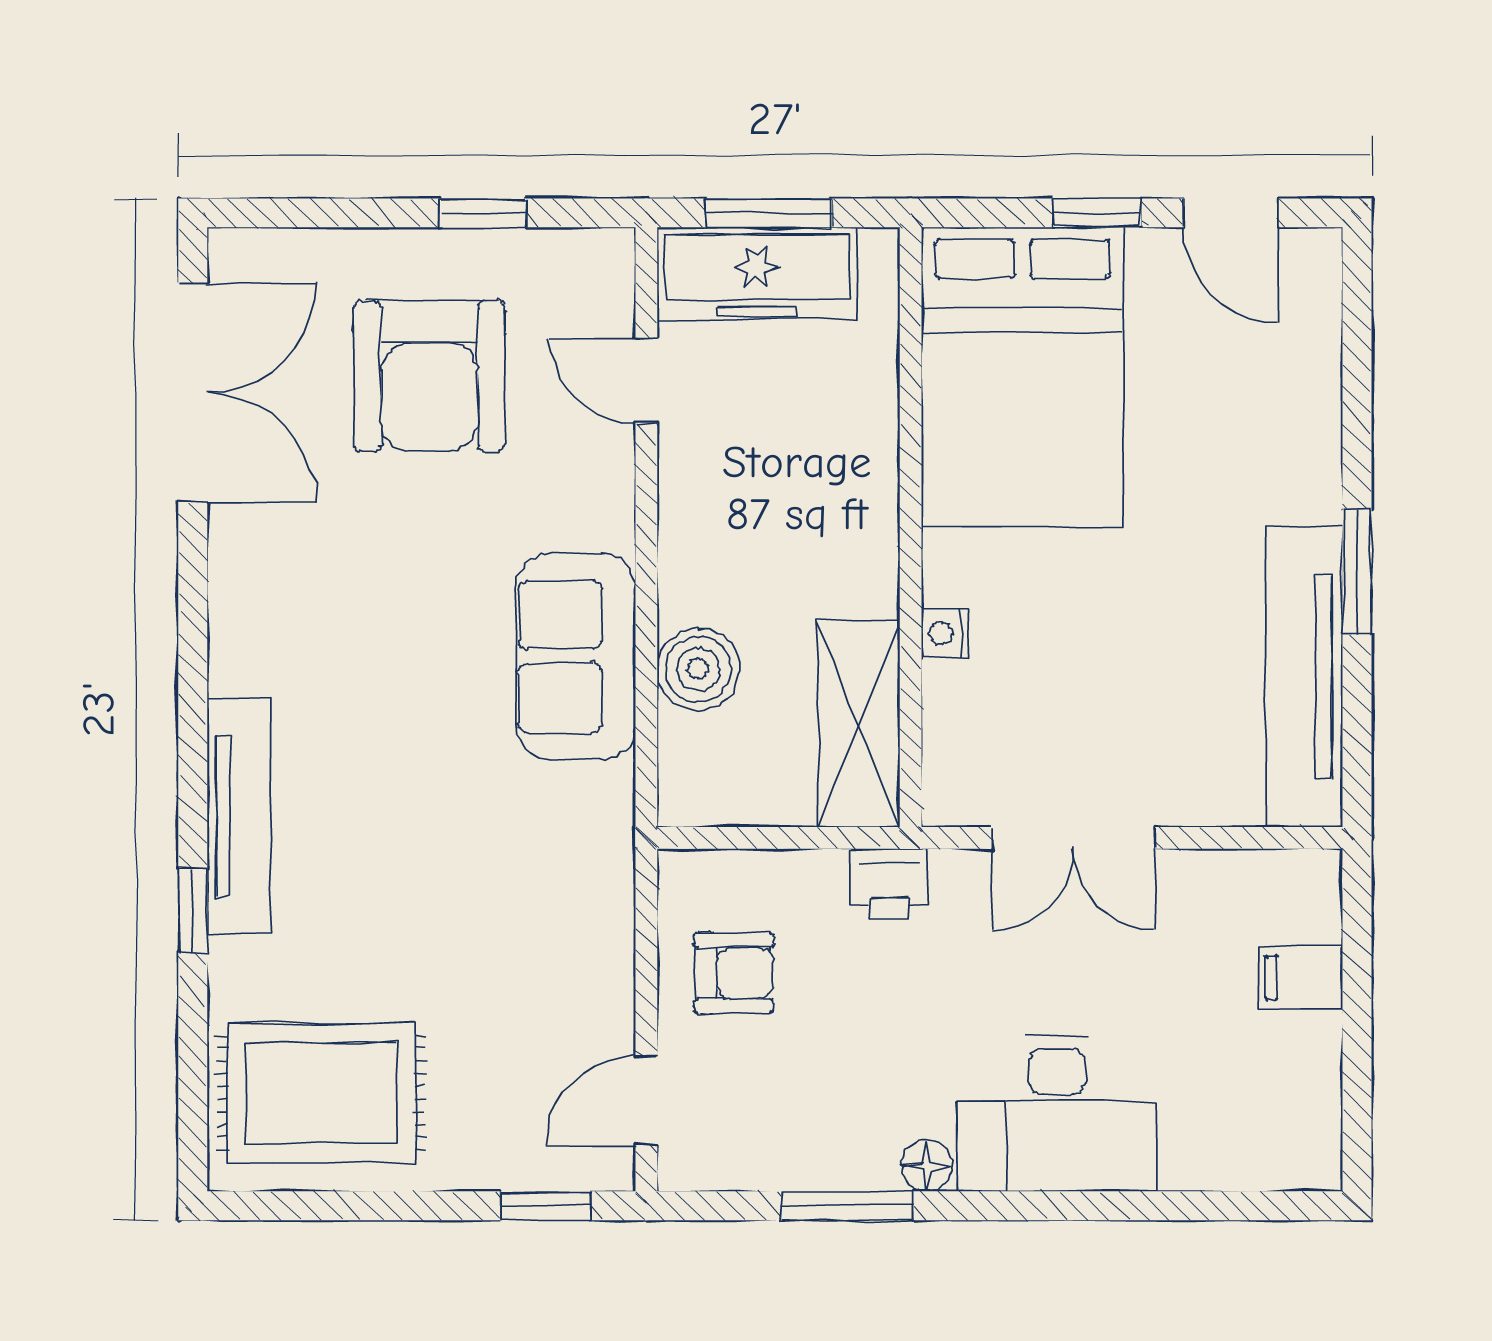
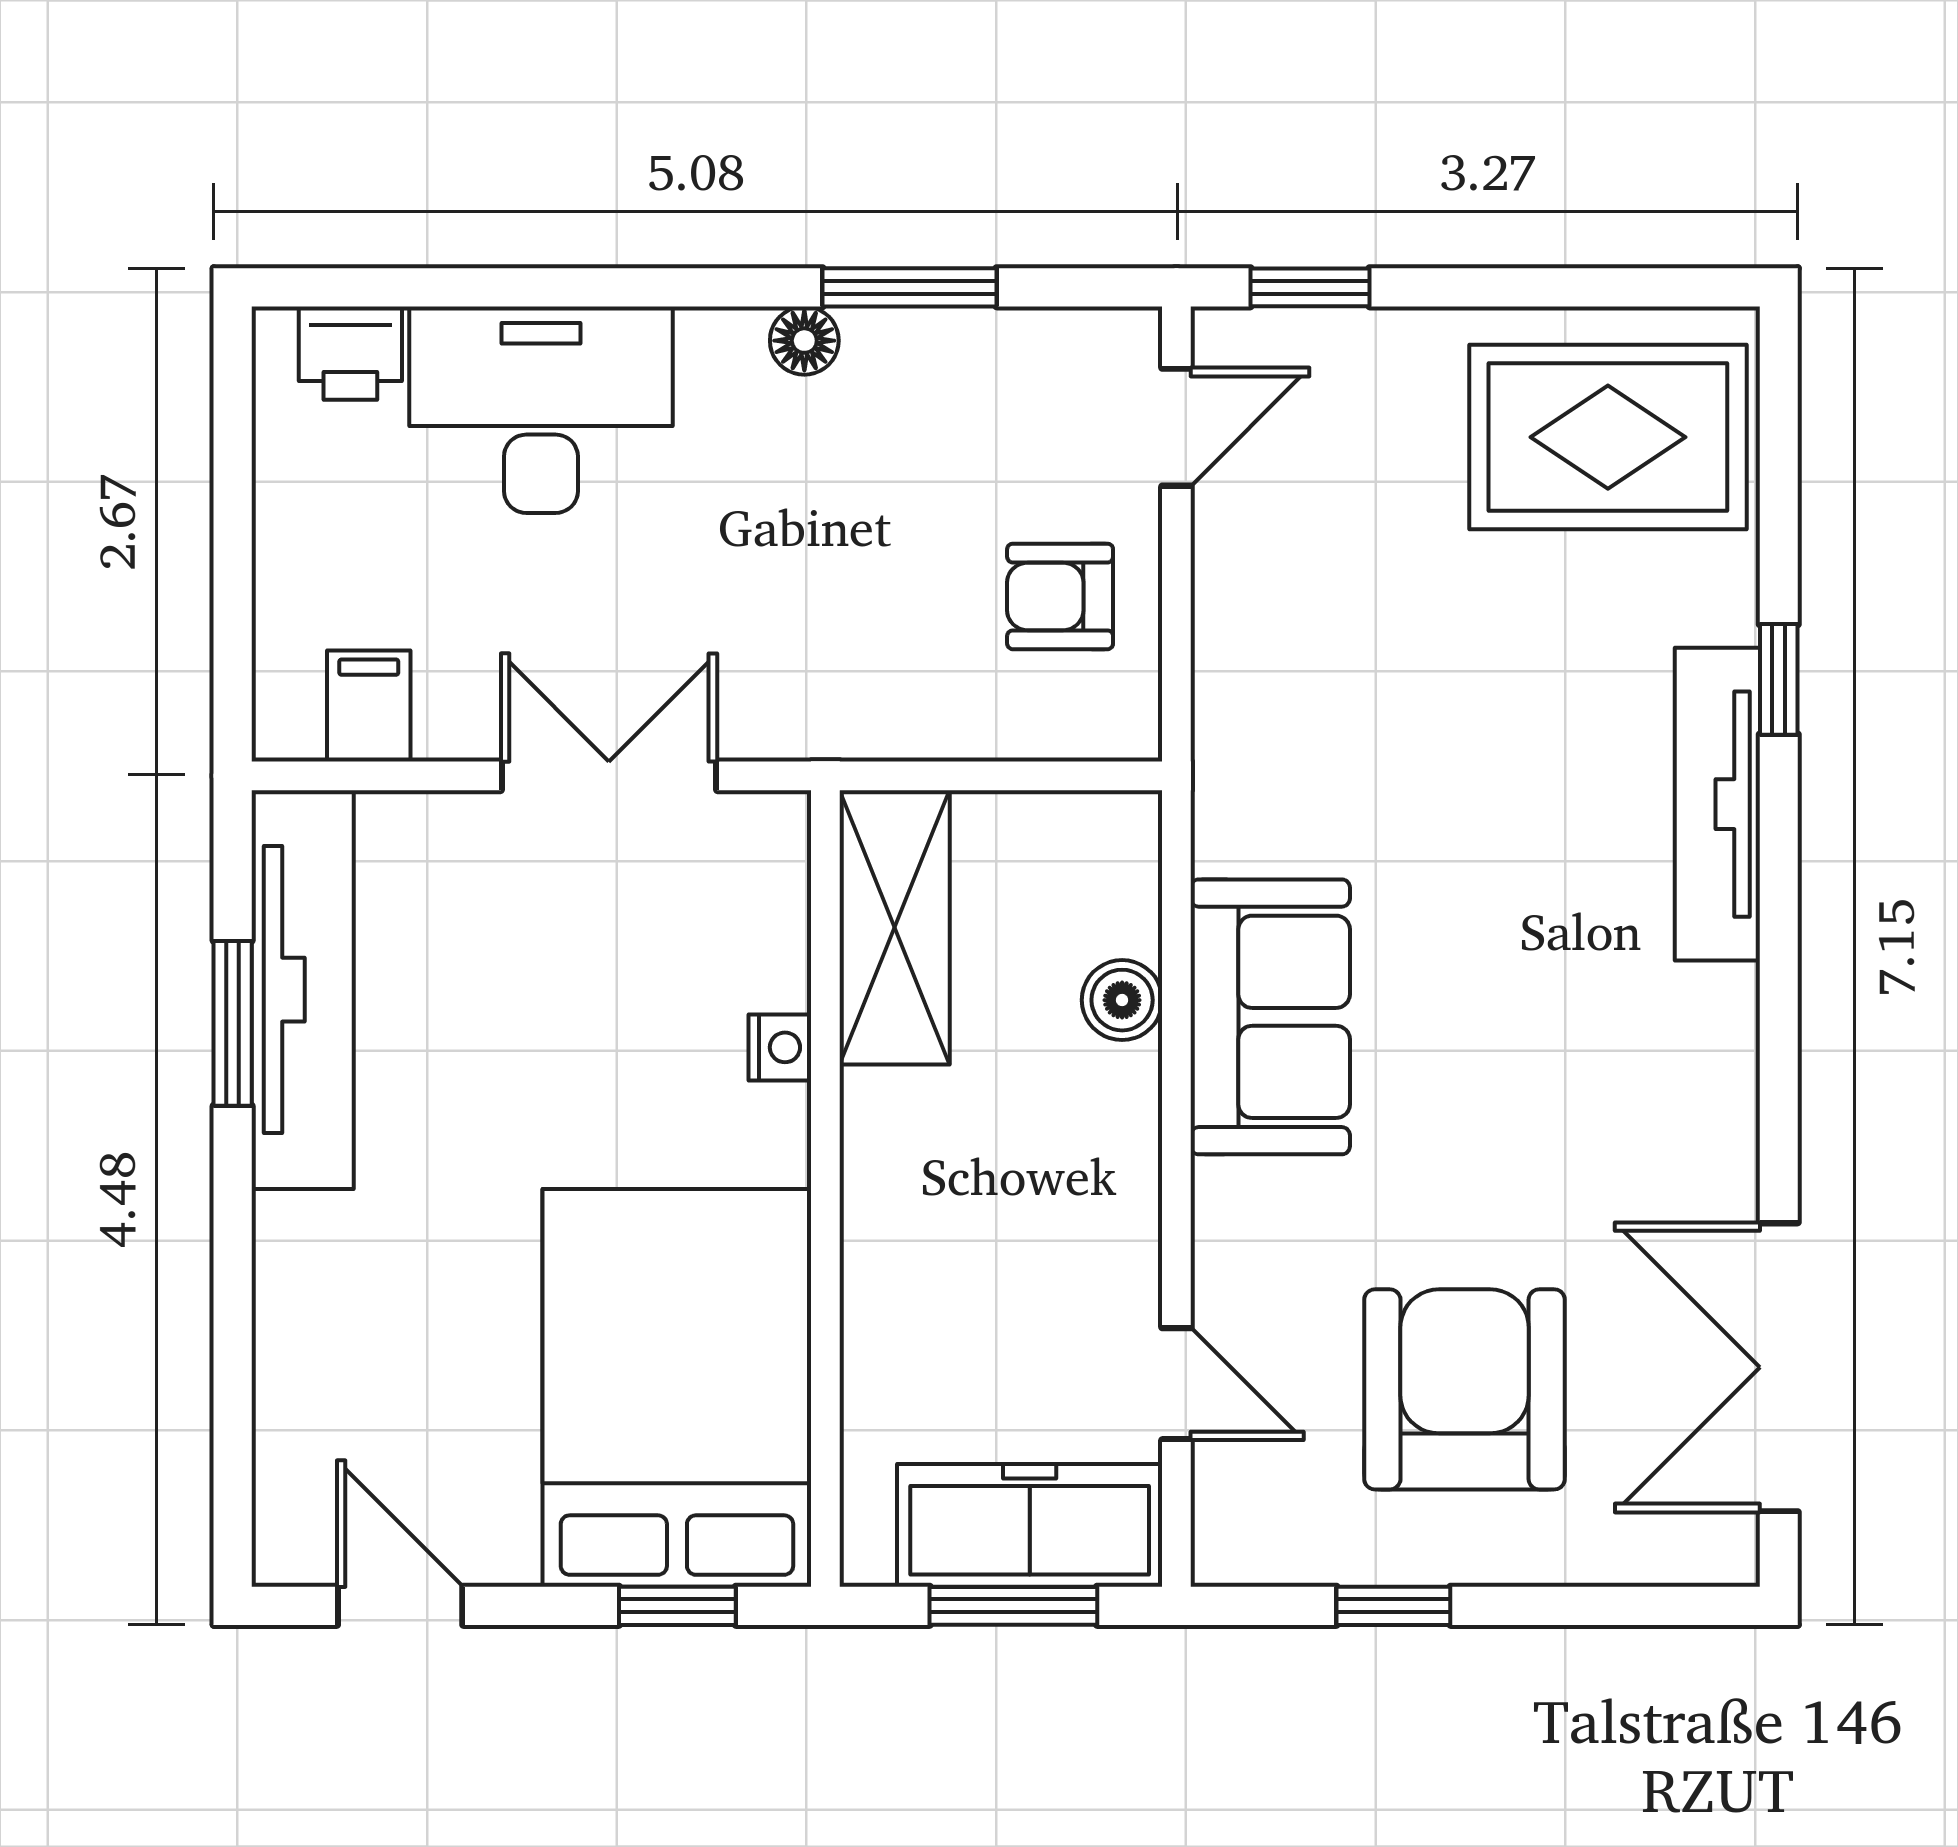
window: (1097, 213) -> (677, 1606), moved
window: (1357, 571) -> (233, 1023), moved
boiler: (698, 669) -> (1122, 1000), width x0.73, depth x0.73
printer: (889, 884) -> (350, 353), moved, turned 180
filing cabinet: (1301, 978) -> (369, 706), moved, turned -90
desk: (1057, 1114) -> (541, 410), moved

